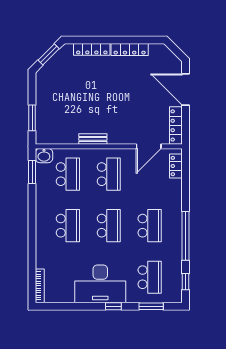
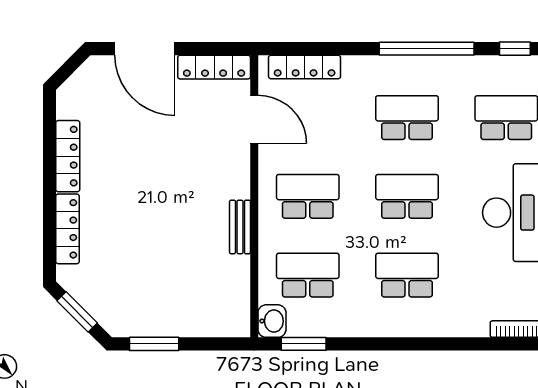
door: (185, 89) -> (145, 49), hinge flipped
window: (32, 118) -> (154, 344), moved
locker: (176, 166) -> (305, 67), width x1.53

